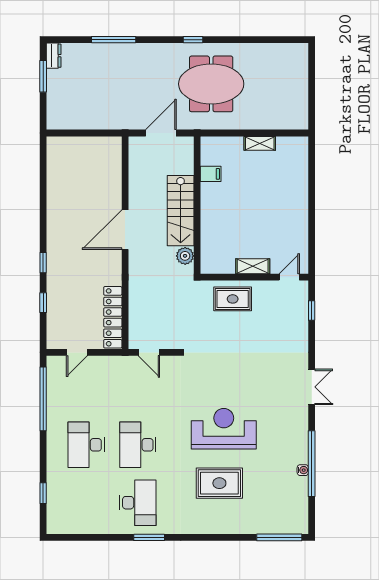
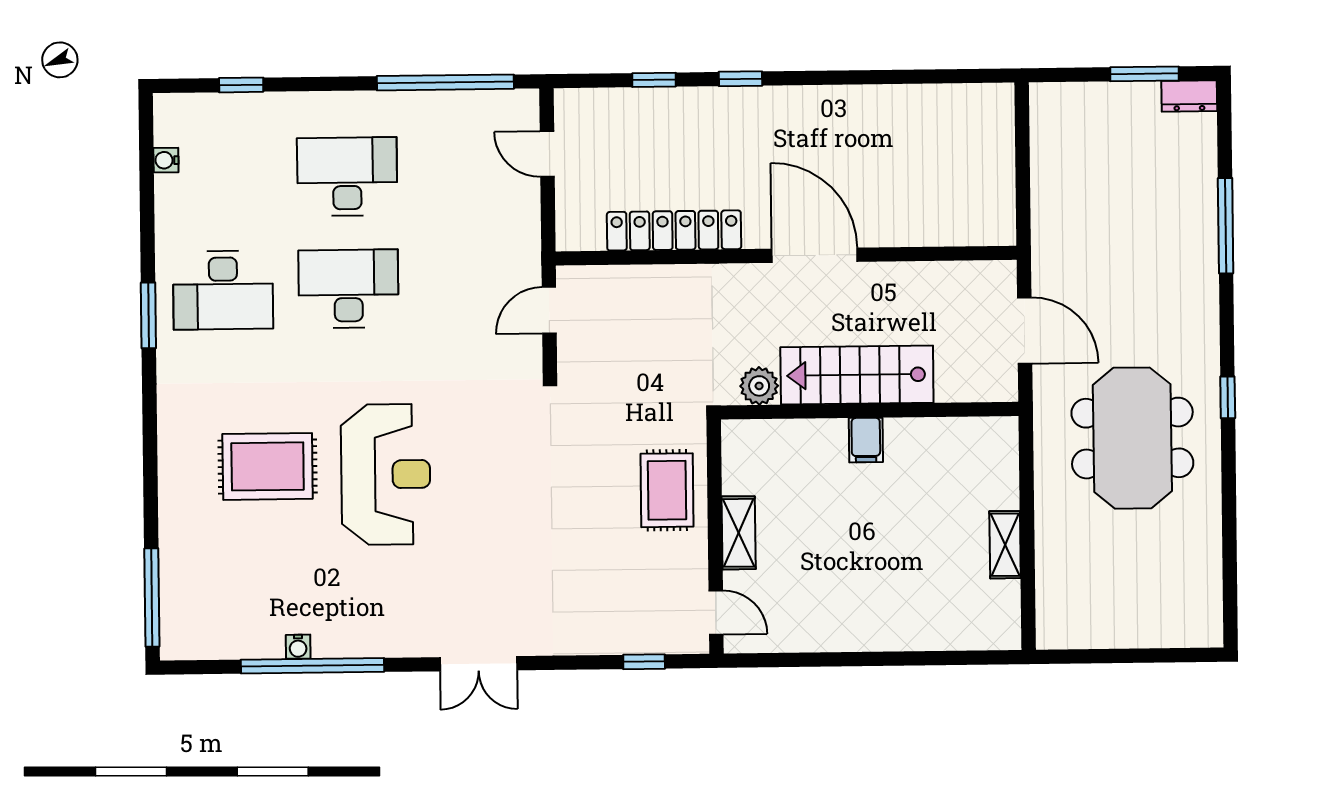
filing cabinet: (211, 174) -> (866, 440), moved
locker: (113, 317) -> (674, 230), moved
rug: (219, 483) -> (268, 466), turned 90
water cooler: (78, 528) -> (166, 160), added

